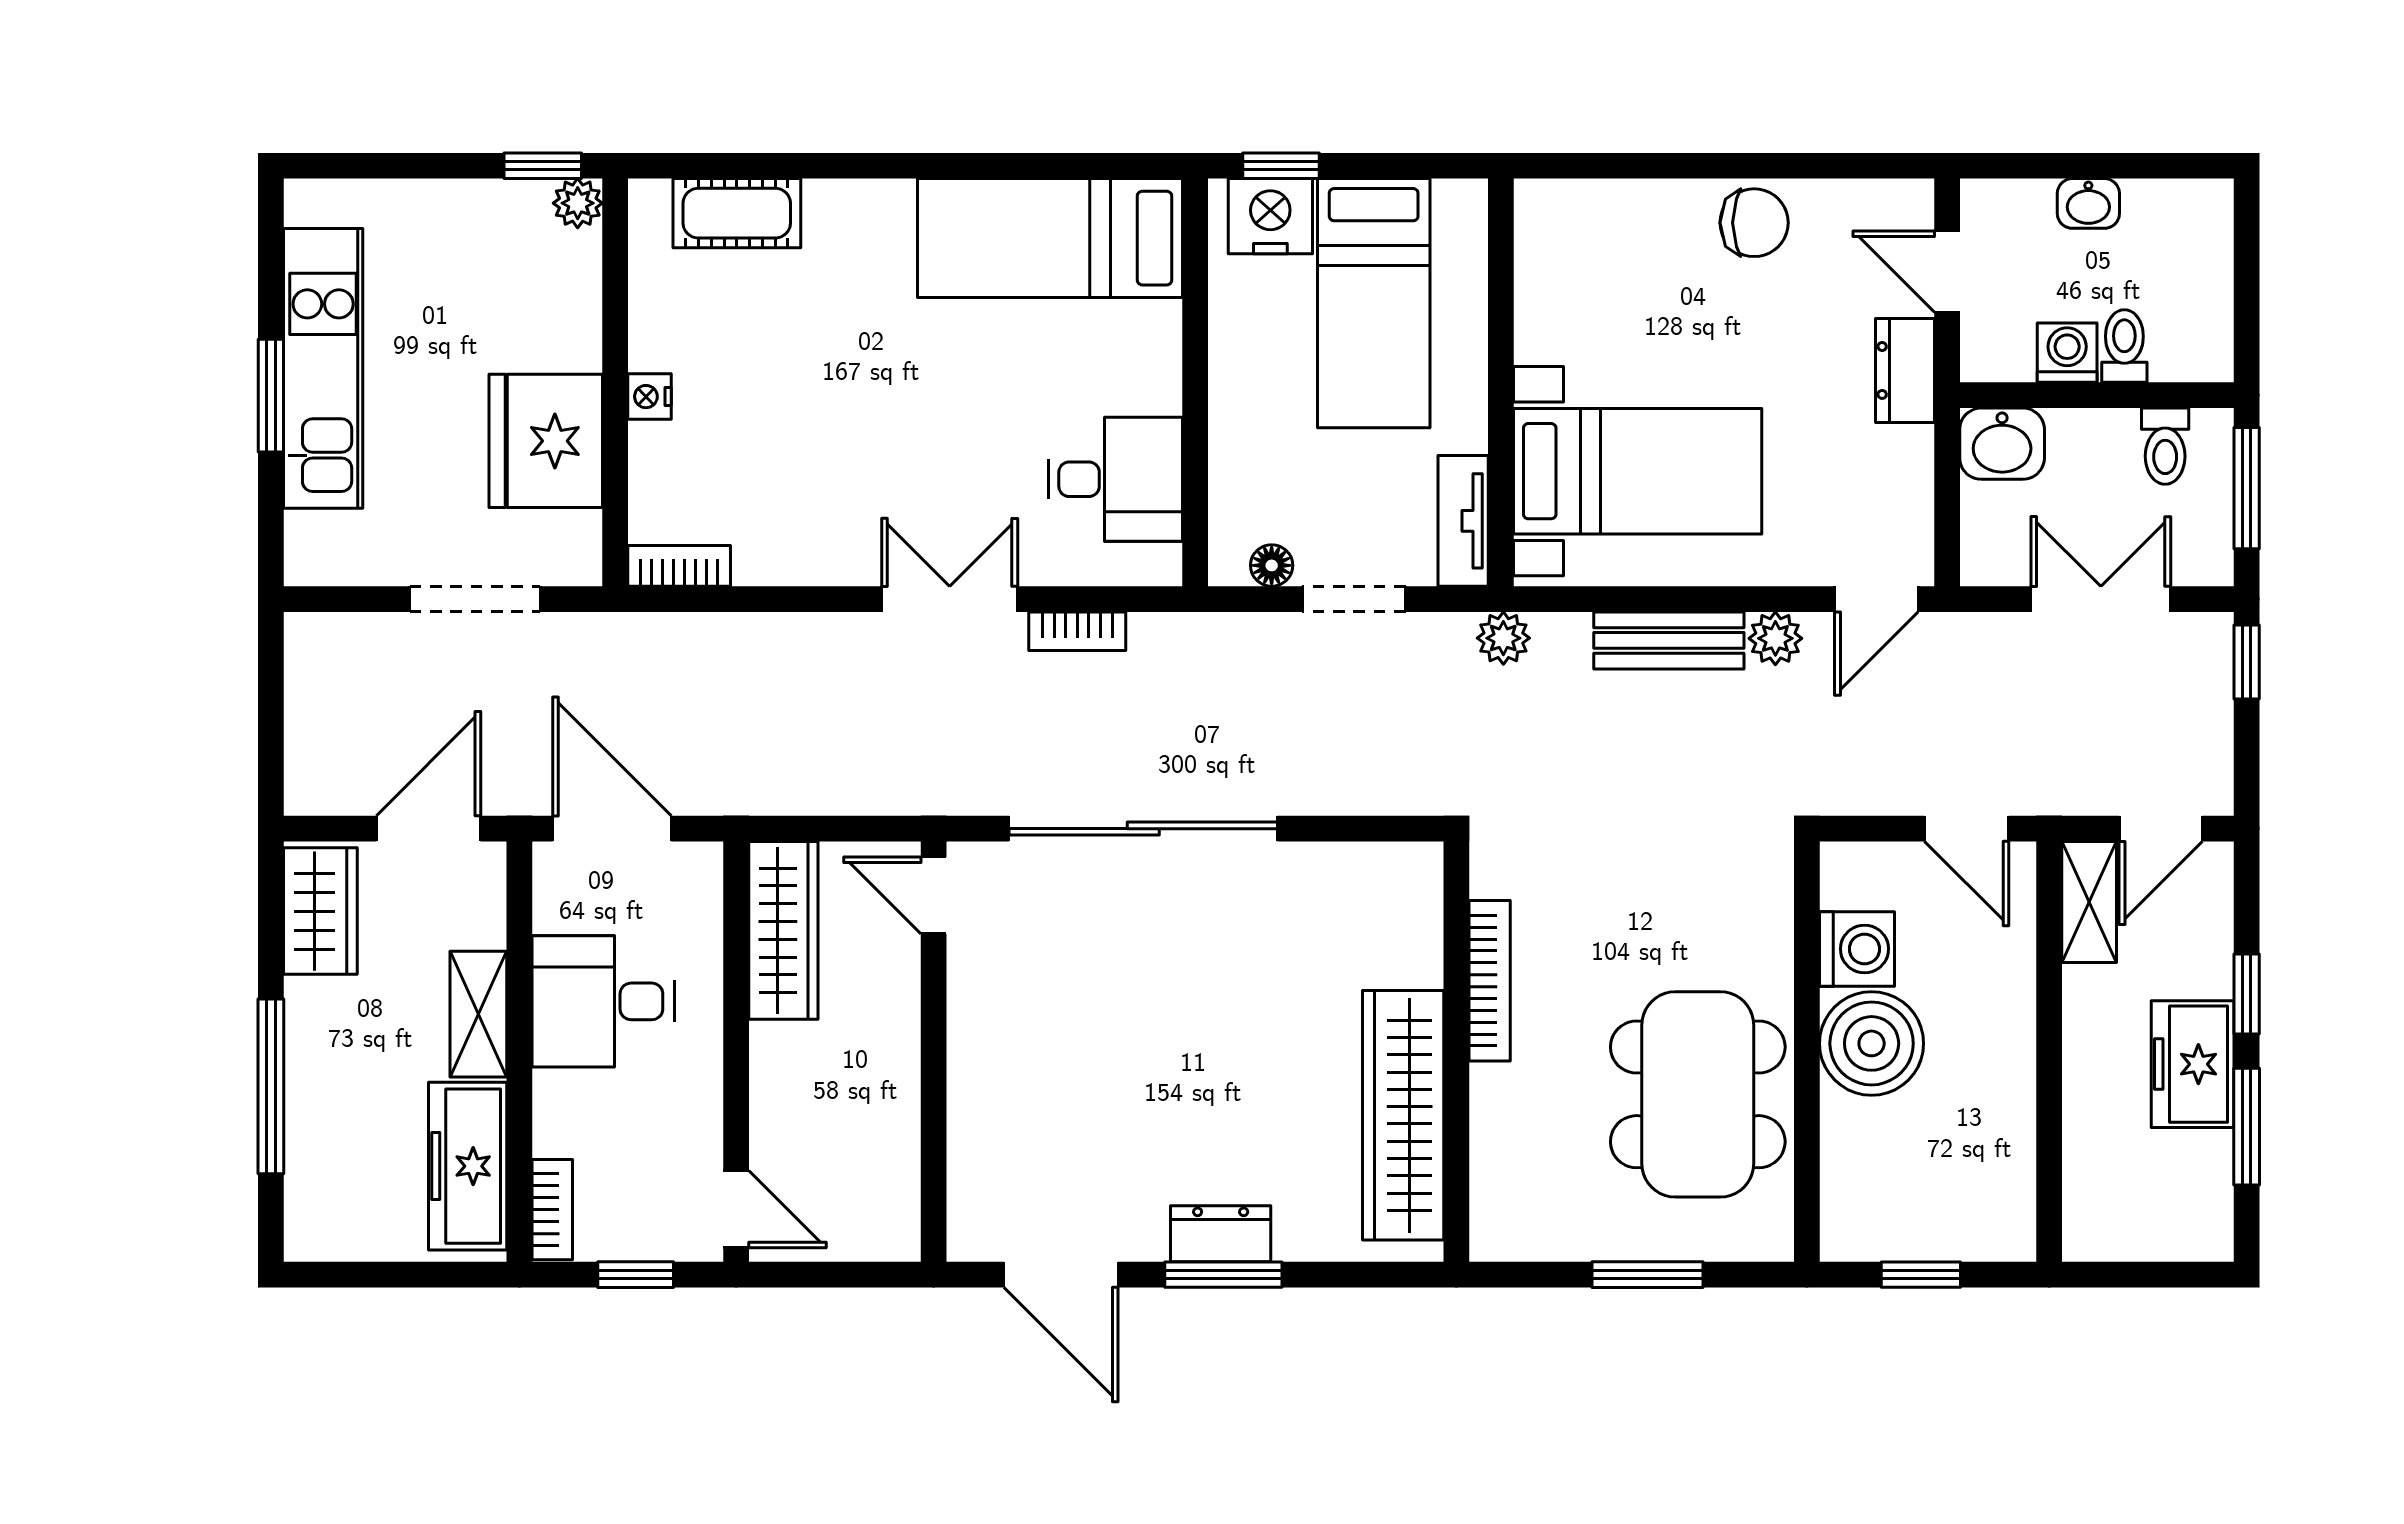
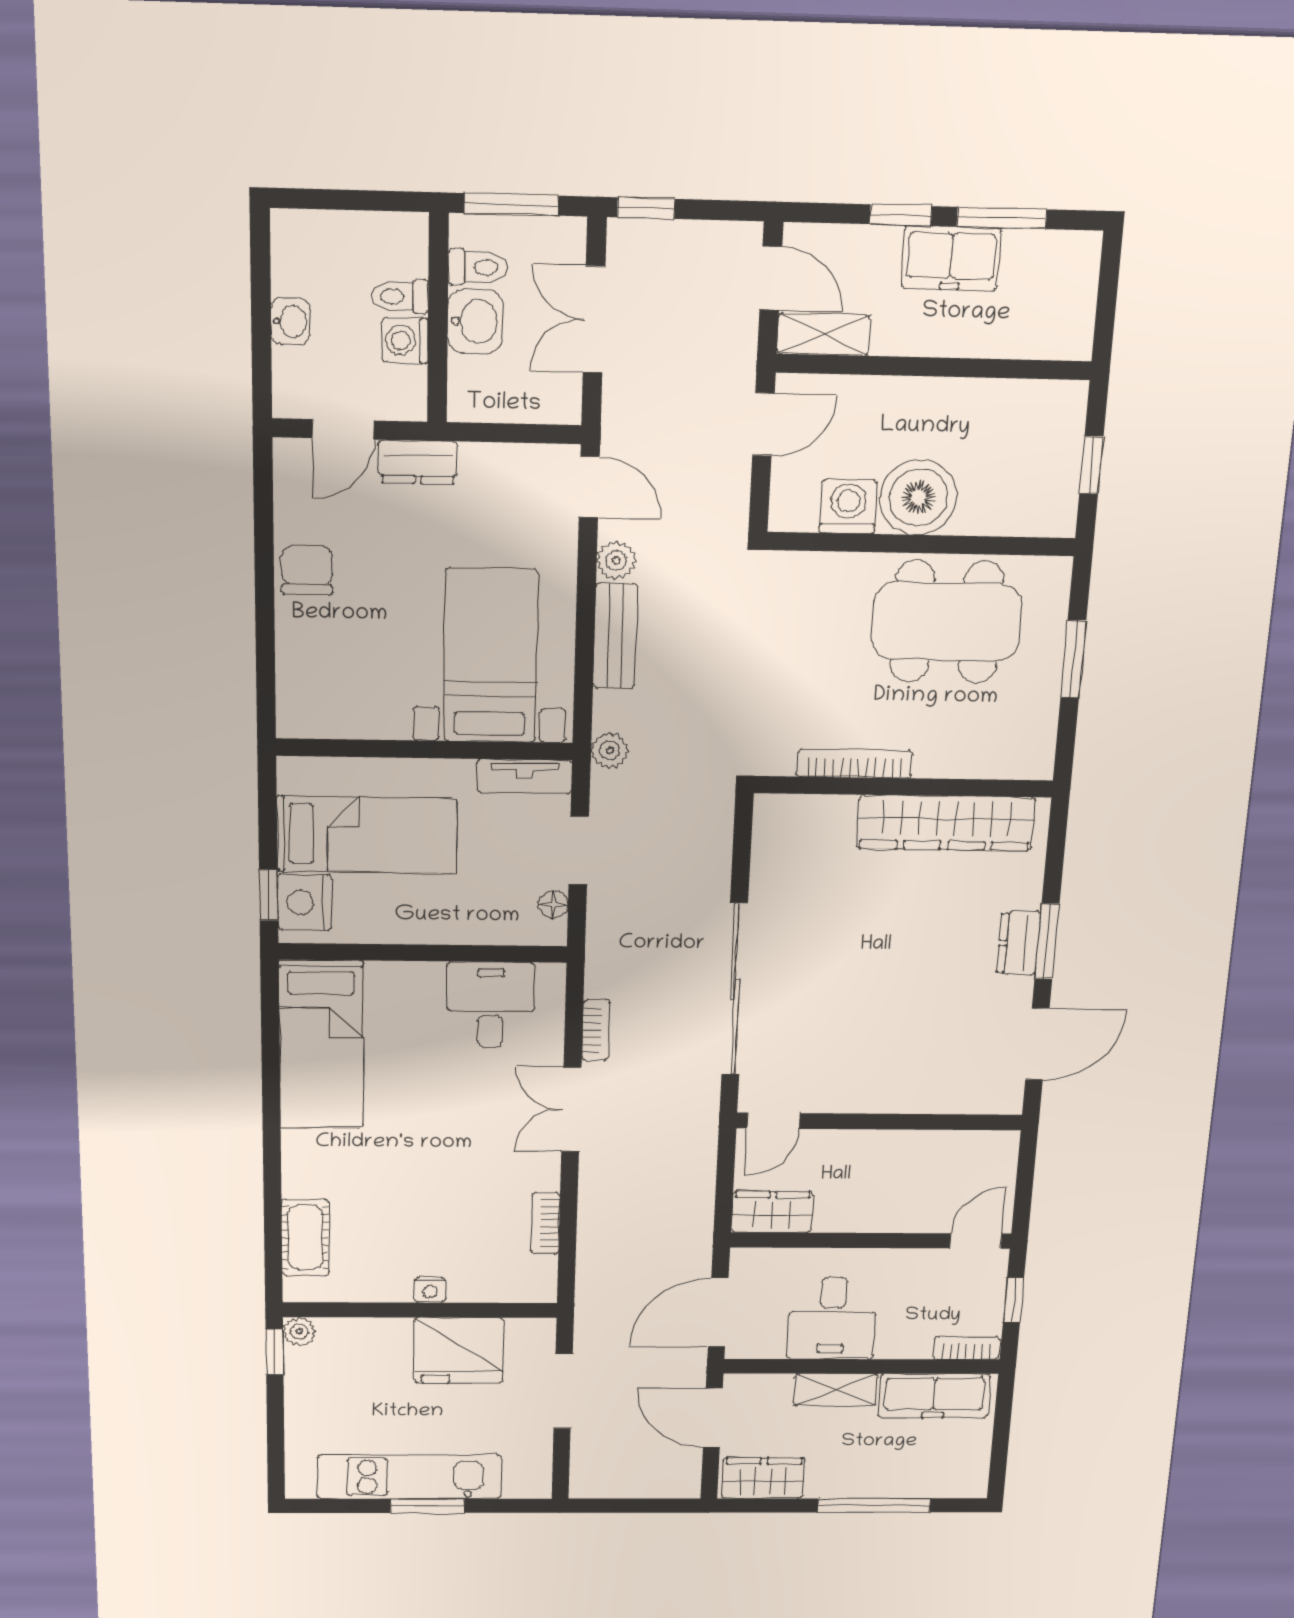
washbasin: (2002, 444) -> (475, 321), moved
bookcase: (679, 566) -> (545, 1223), moved
wardrobe: (783, 930) -> (772, 1212), width x0.67

